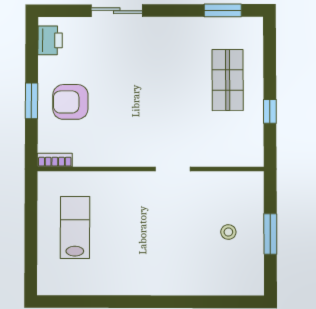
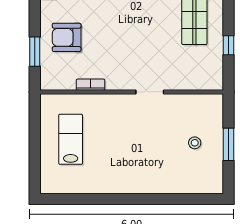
window: (31, 101) -> (35, 52), moved
bookcase: (55, 160) -> (91, 85), moved

